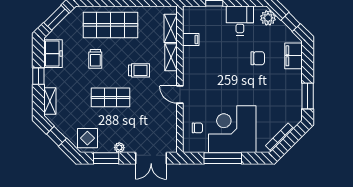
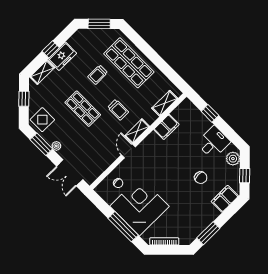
filing cabinet: (191, 39) -> (166, 127), width x2.00
freezer: (53, 54) -> (62, 56), moved
shelving: (171, 57) -> (137, 131), moved
window: (223, 158) -> (123, 227), moved

